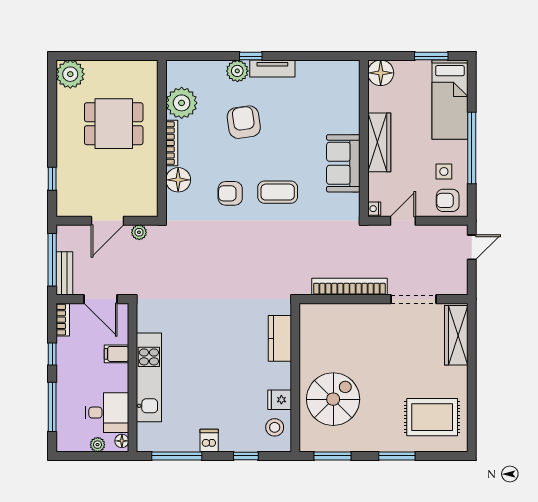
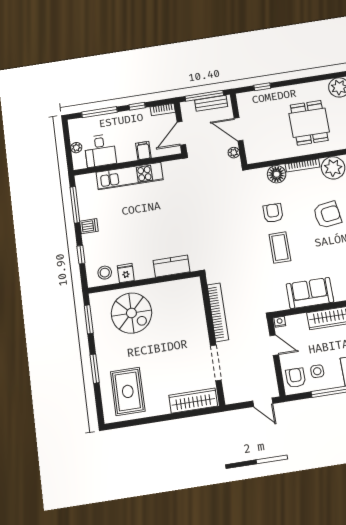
bench: (64, 273) -> (211, 103), moved
floor lamp: (122, 441) -> (81, 164), removed

